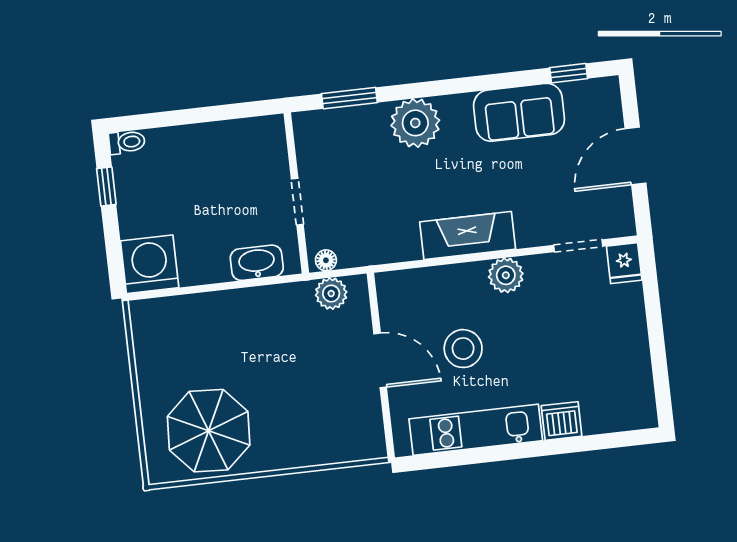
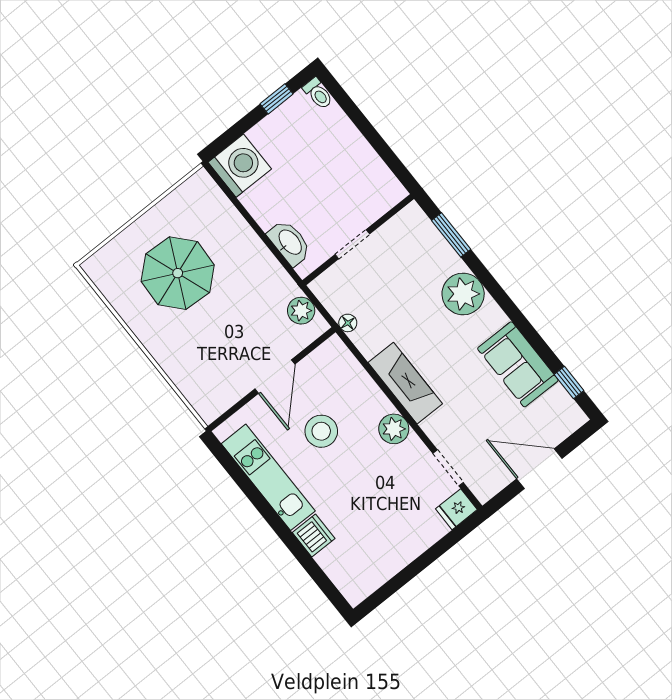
floor lamp: (326, 260) -> (348, 323), moved
parasol: (209, 431) -> (178, 273), moved

